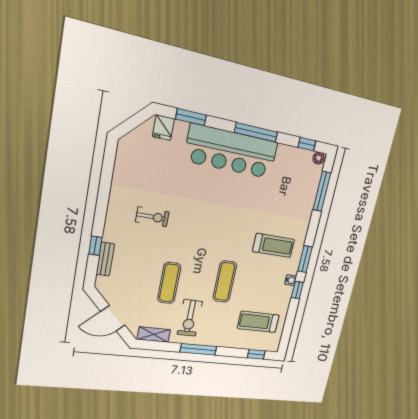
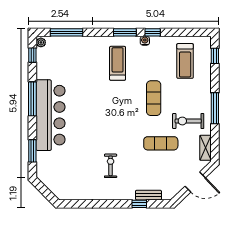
fridge: (163, 128) -> (44, 169), removed
exercise mat: (225, 282) -> (154, 98), turned 90
door: (113, 318) -> (195, 182), hinge flipped
exercise bike: (190, 318) -> (188, 121), turned 180

